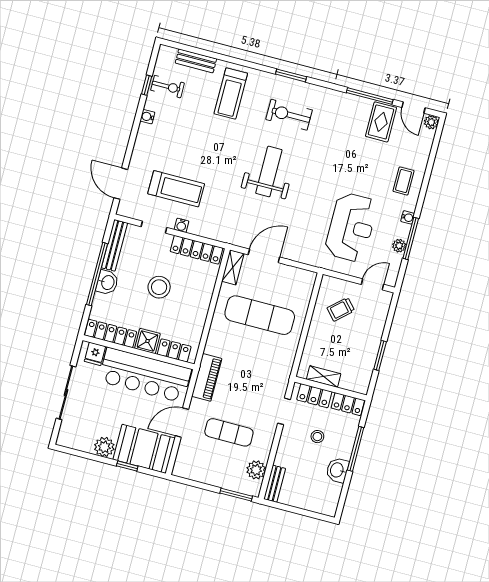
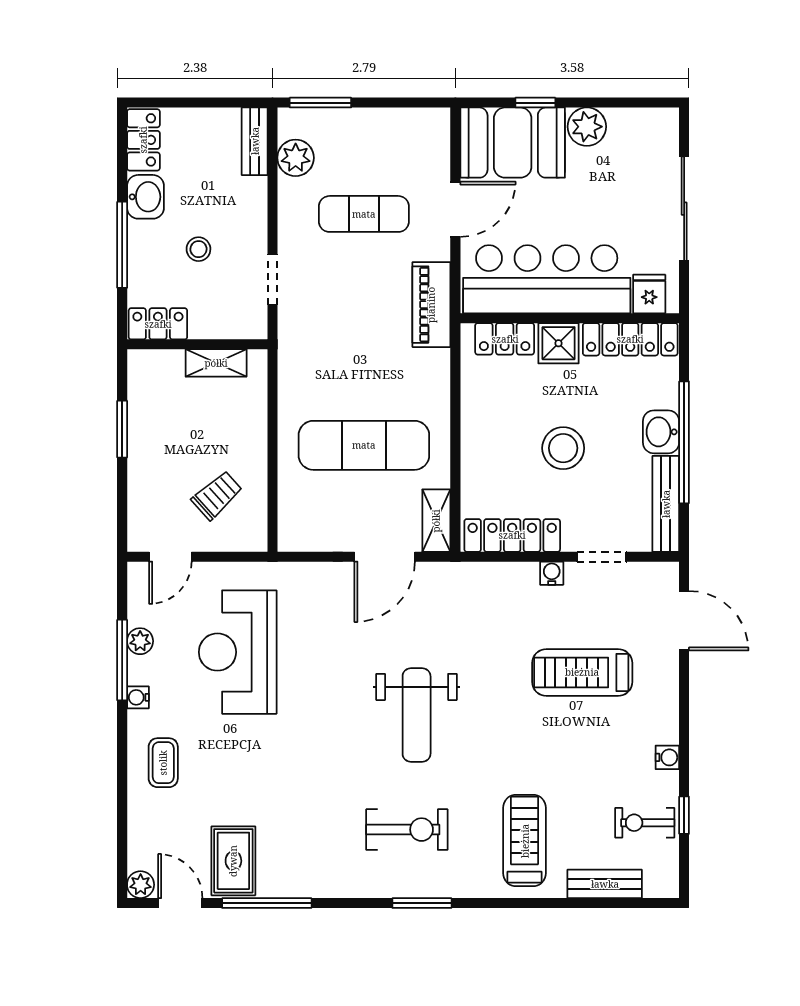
treadmill: (176, 189) -> (582, 672), moved
locker: (314, 396) -> (143, 140), moved, turned 90

